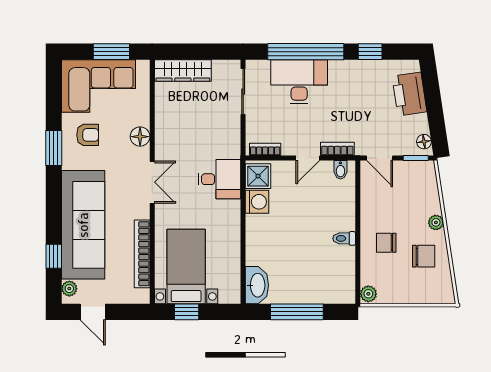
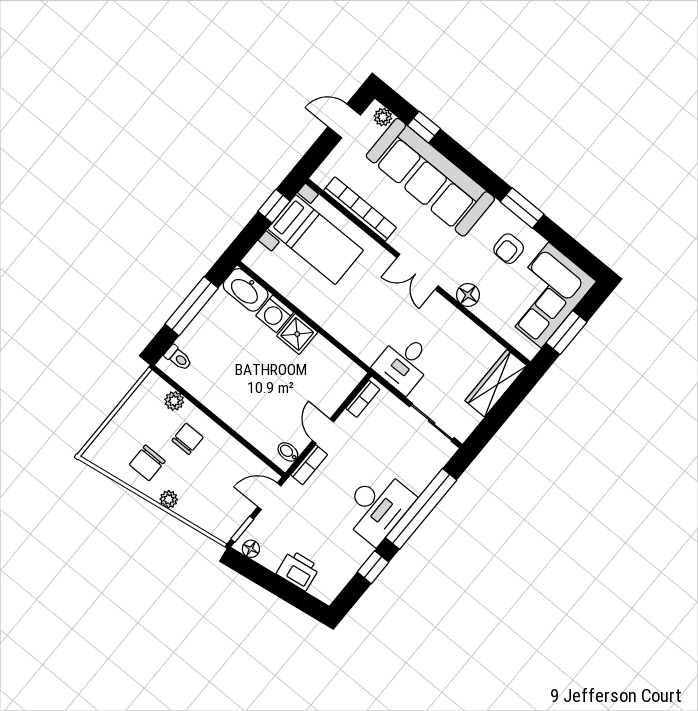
desk: (299, 82) -> (377, 507), moved
printer: (409, 94) -> (298, 570), width x0.73, depth x0.84
shower: (258, 176) -> (297, 334), moved
desk: (220, 179) -> (404, 363), moved
washing machine: (257, 202) -> (275, 314), moved
toilet: (344, 238) -> (178, 358), moved, turned 90
plant: (368, 294) -> (174, 401), moved

